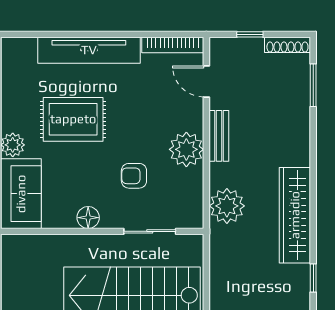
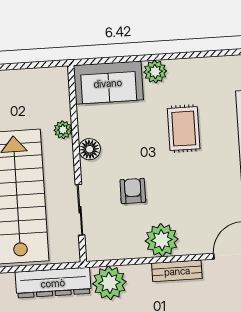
rug: (73, 119) -> (184, 129), width x0.73, depth x0.70
plant: (66, 244) -> (63, 130), added
dresser: (223, 264) -> (53, 283), added

